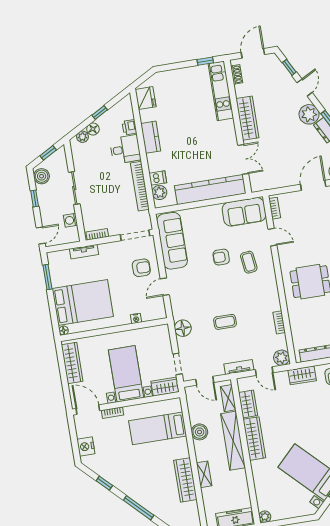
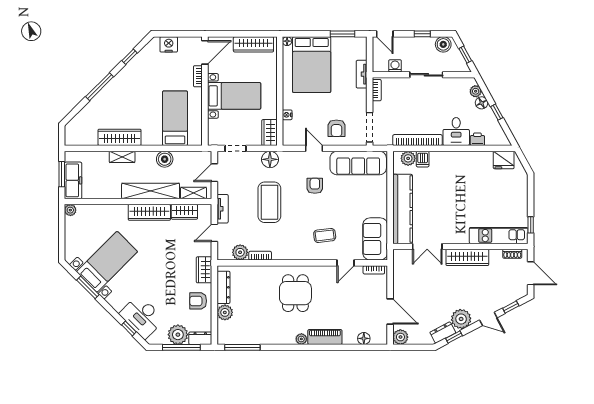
kitchen counter: (151, 137) -> (464, 159), removed
armchair: (221, 257) -> (315, 186), moved
coffee table: (225, 322) -> (269, 202), width x1.86, depth x1.72
plant: (282, 358) -> (240, 252), moved
wardrobe: (165, 387) -> (269, 133), moved, turned 180

